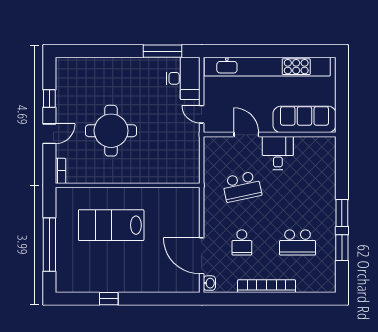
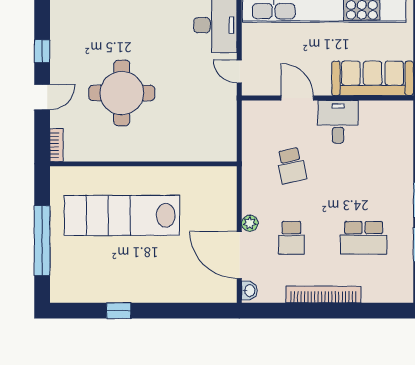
school desk: (242, 187) -> (291, 165), width x0.54
lab bench: (111, 225) -> (122, 215), width x1.36
plant: (210, 231) -> (250, 223), added

